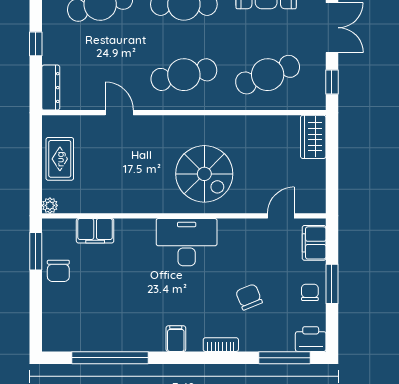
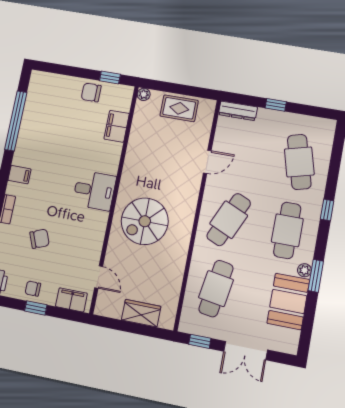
cafe table: (184, 75) -> (229, 220), turned 36
cafe table: (268, 75) -> (216, 289), turned 30
wardrobe: (313, 137) -> (141, 313), moved
desk: (187, 242) -> (94, 190), width x0.73
window: (36, 251) -> (110, 78), width x0.67
window: (332, 284) -> (36, 308), width x0.67
chair: (310, 292) -> (33, 289), turned 180

